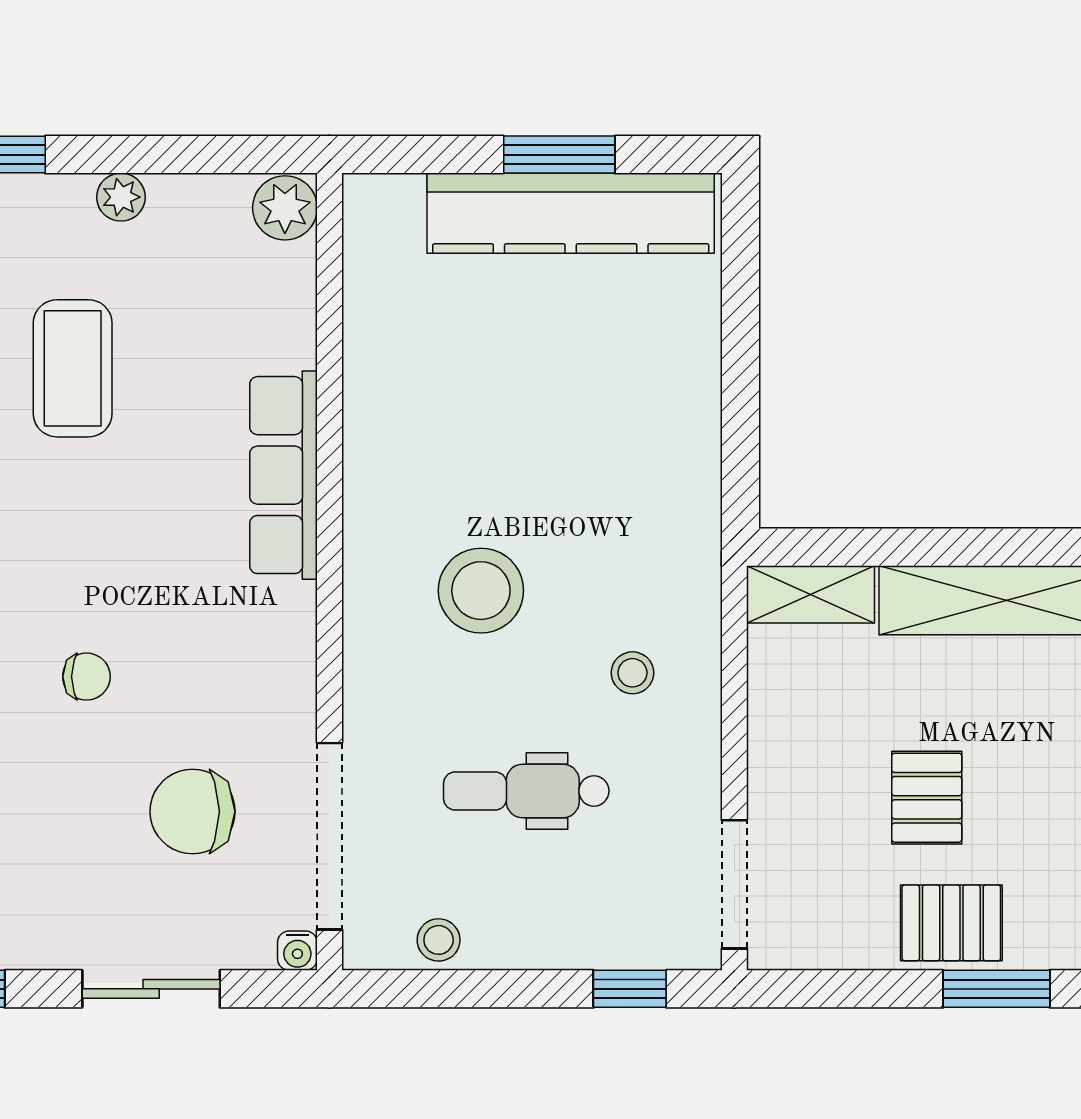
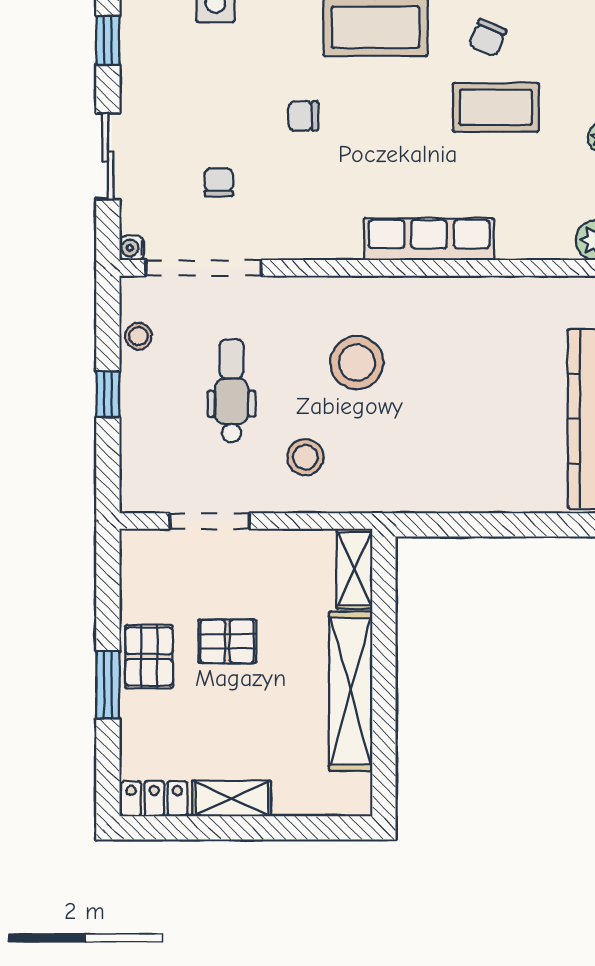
stool: (632, 673) -> (305, 457), width x1.37, depth x1.37
chair: (86, 677) -> (303, 116), turned 90
chair: (193, 811) -> (219, 182), width x0.54, depth x0.54
doorway: (734, 884) -> (209, 521), moved
window: (630, 989) -> (108, 394), moved

